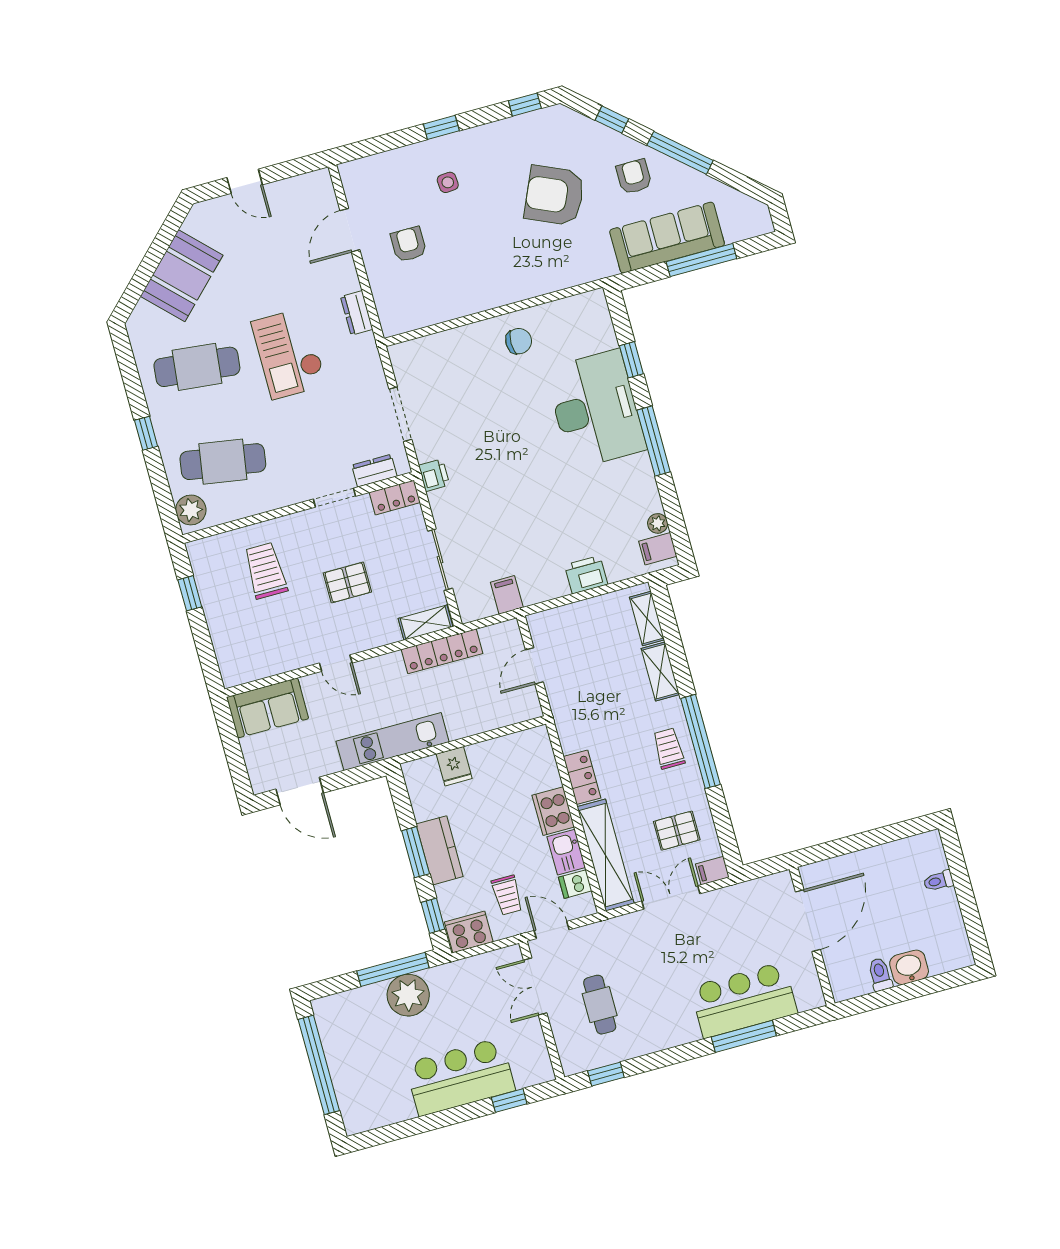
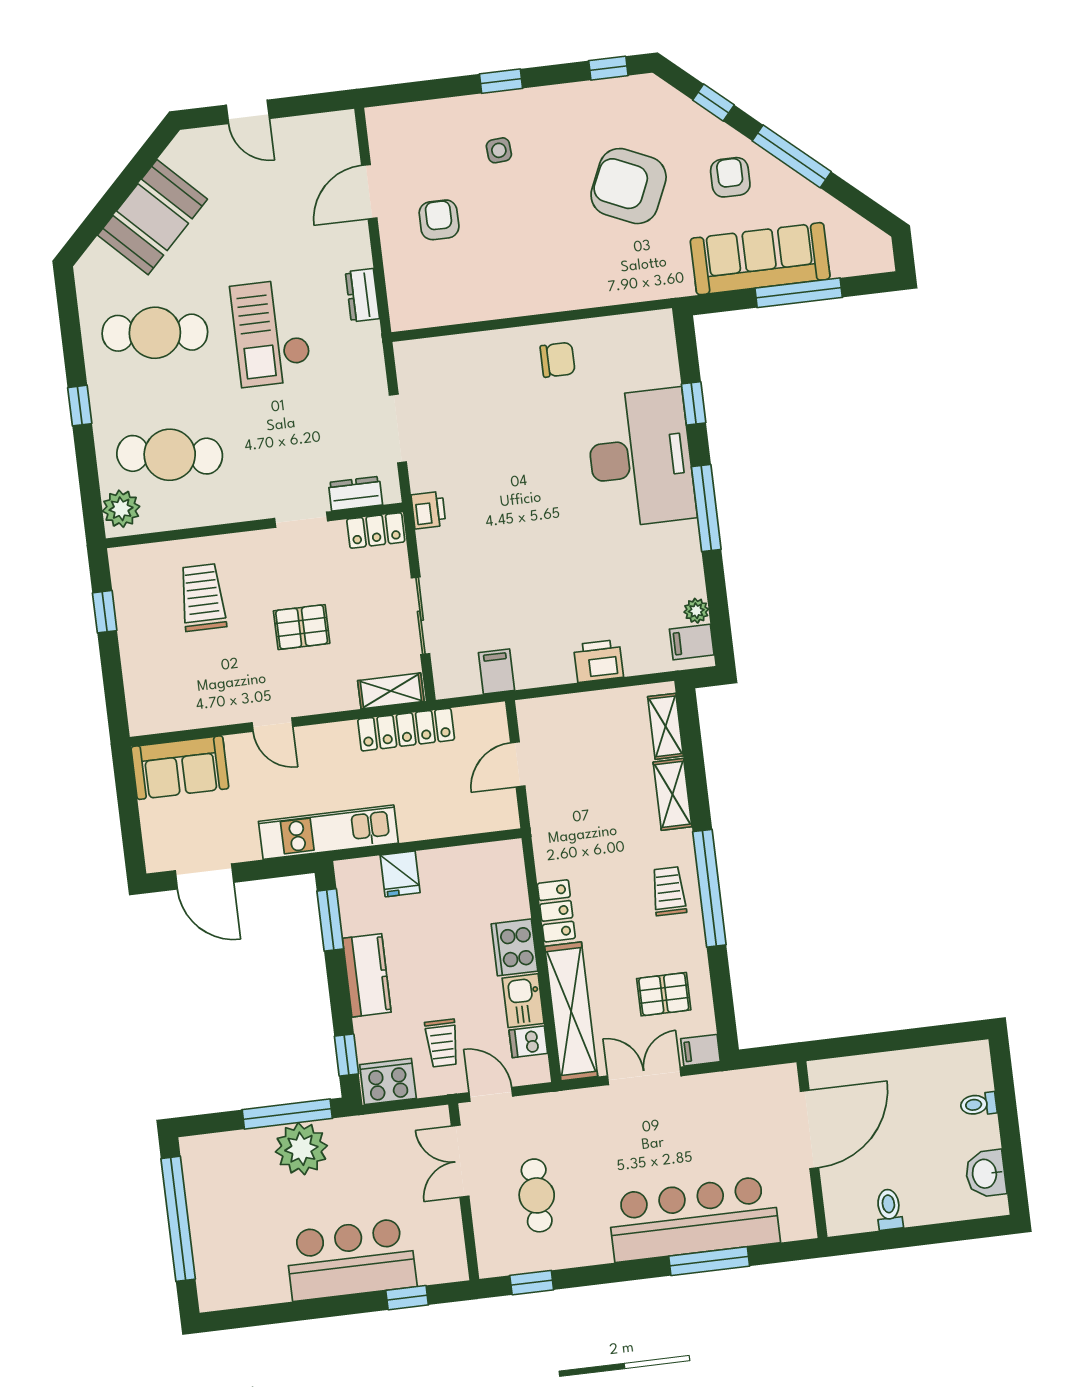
window: (416, 852) -> (330, 920), moved
washbasin: (909, 967) -> (986, 1174), moved, turned -90
bar counter: (744, 1000) -> (694, 1219), width x1.36

